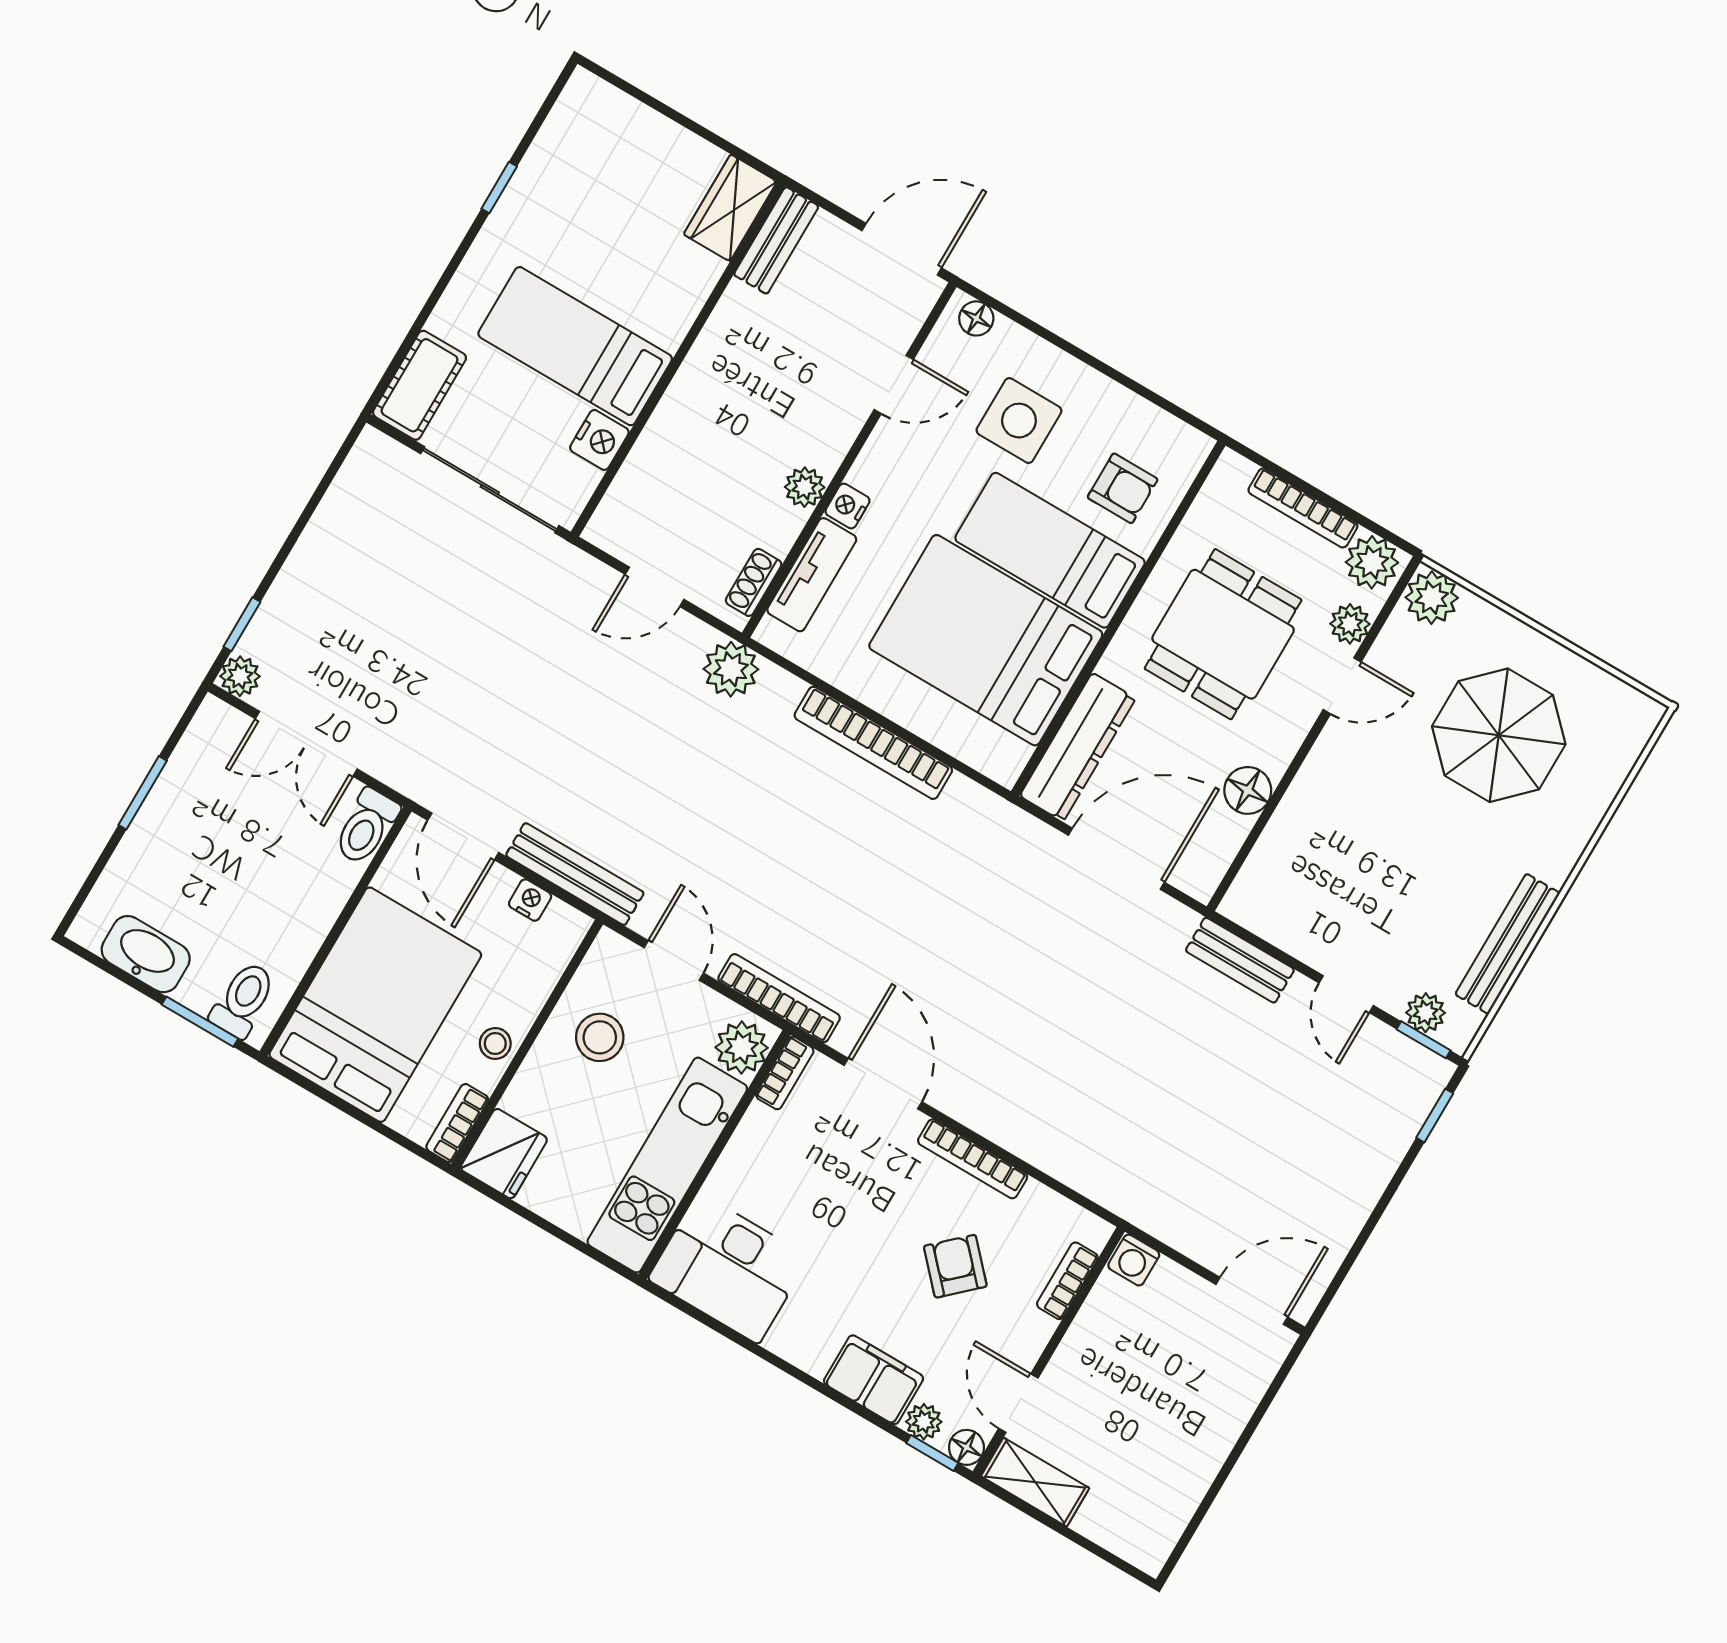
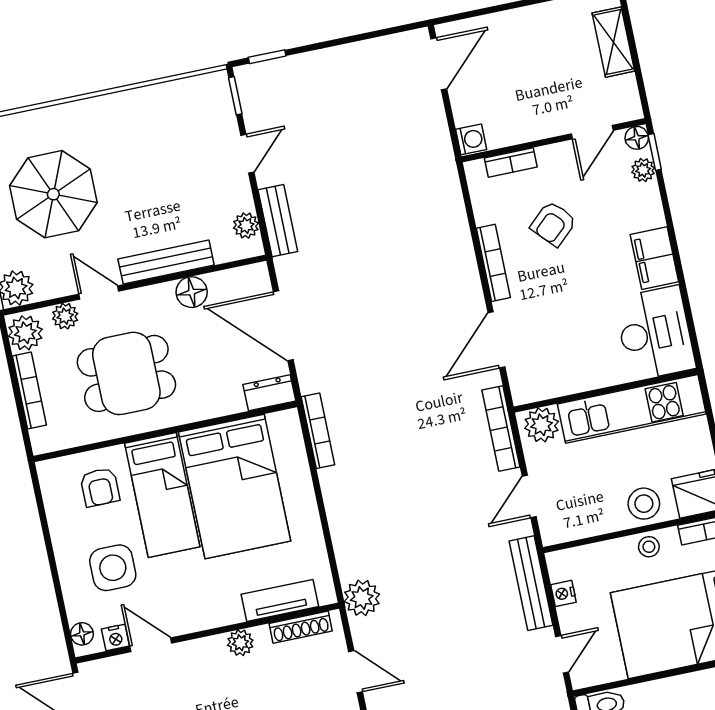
armchair: (1123, 488) -> (100, 487), turned 180
nightstand: (848, 506) -> (115, 638), moved
shoe rack: (754, 582) -> (301, 627), width x1.43
bookcase: (873, 743) -> (318, 431), moved, width x0.68, depth x0.76
dresser: (1078, 747) -> (269, 393), width x0.51, depth x0.80
door: (463, 836) -> (562, 654), width x0.73
bench: (1508, 944) -> (166, 262), moved
plant: (1426, 1013) -> (246, 225), moved
stool: (600, 1037) -> (644, 504), moved
bookcase: (785, 1073) -> (535, 392), removed
door: (1252, 1301) -> (439, 64), swing flipped
filing cabinet: (874, 1380) -> (654, 258), moved
shelving: (1035, 1482) -> (613, 42), moved

